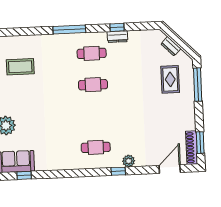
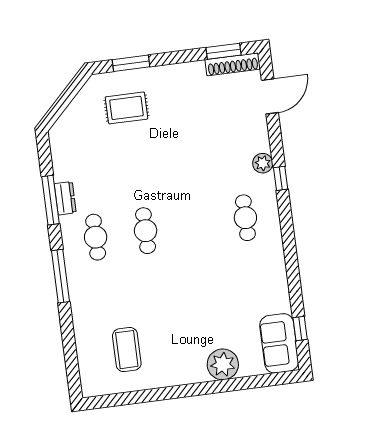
window: (117, 27) -> (51, 200), width x2.17
dresser: (171, 46) -> (73, 111), removed
window: (198, 85) -> (131, 63), width x0.69
door: (170, 169) -> (270, 96), swing flipped

